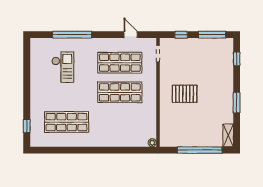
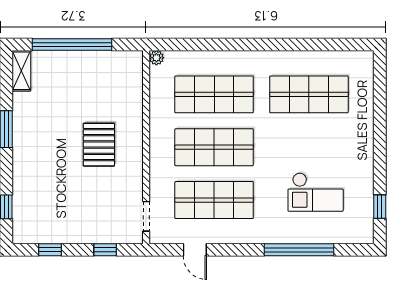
window: (212, 35) -> (50, 250), width x0.46
checkout: (63, 67) -> (316, 192), turned -90
pallet: (185, 94) -> (99, 145), turned 90
shop shelf: (120, 122) -> (214, 94), added
window: (27, 126) -> (380, 207), moved

